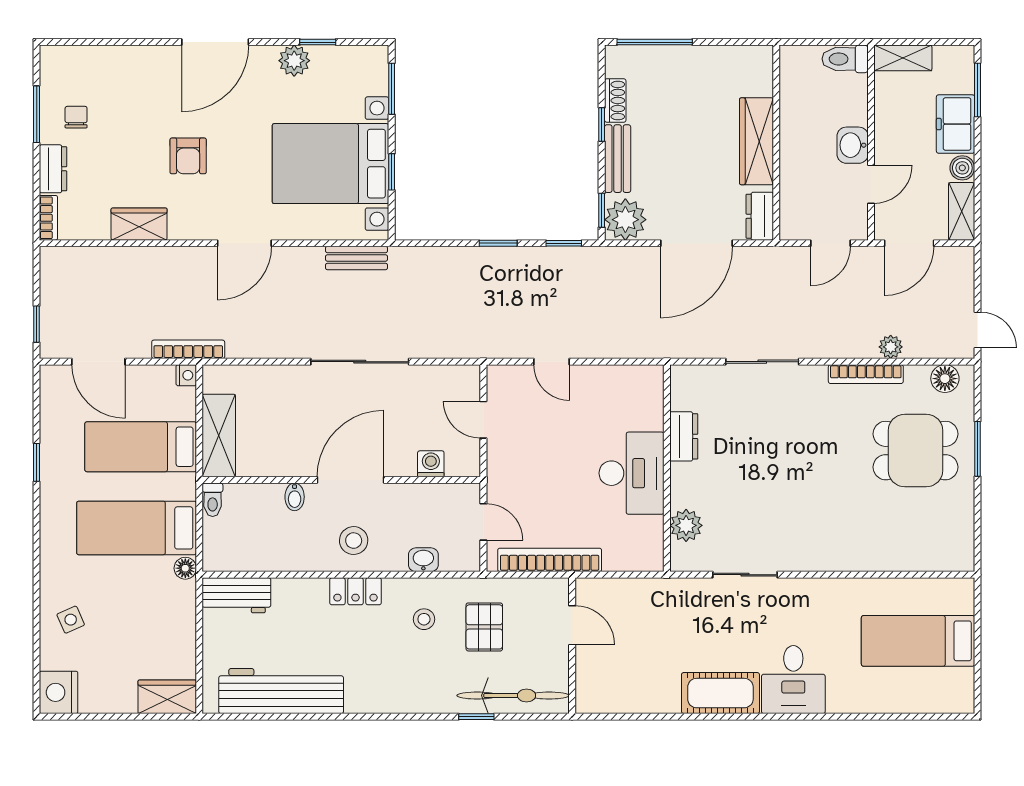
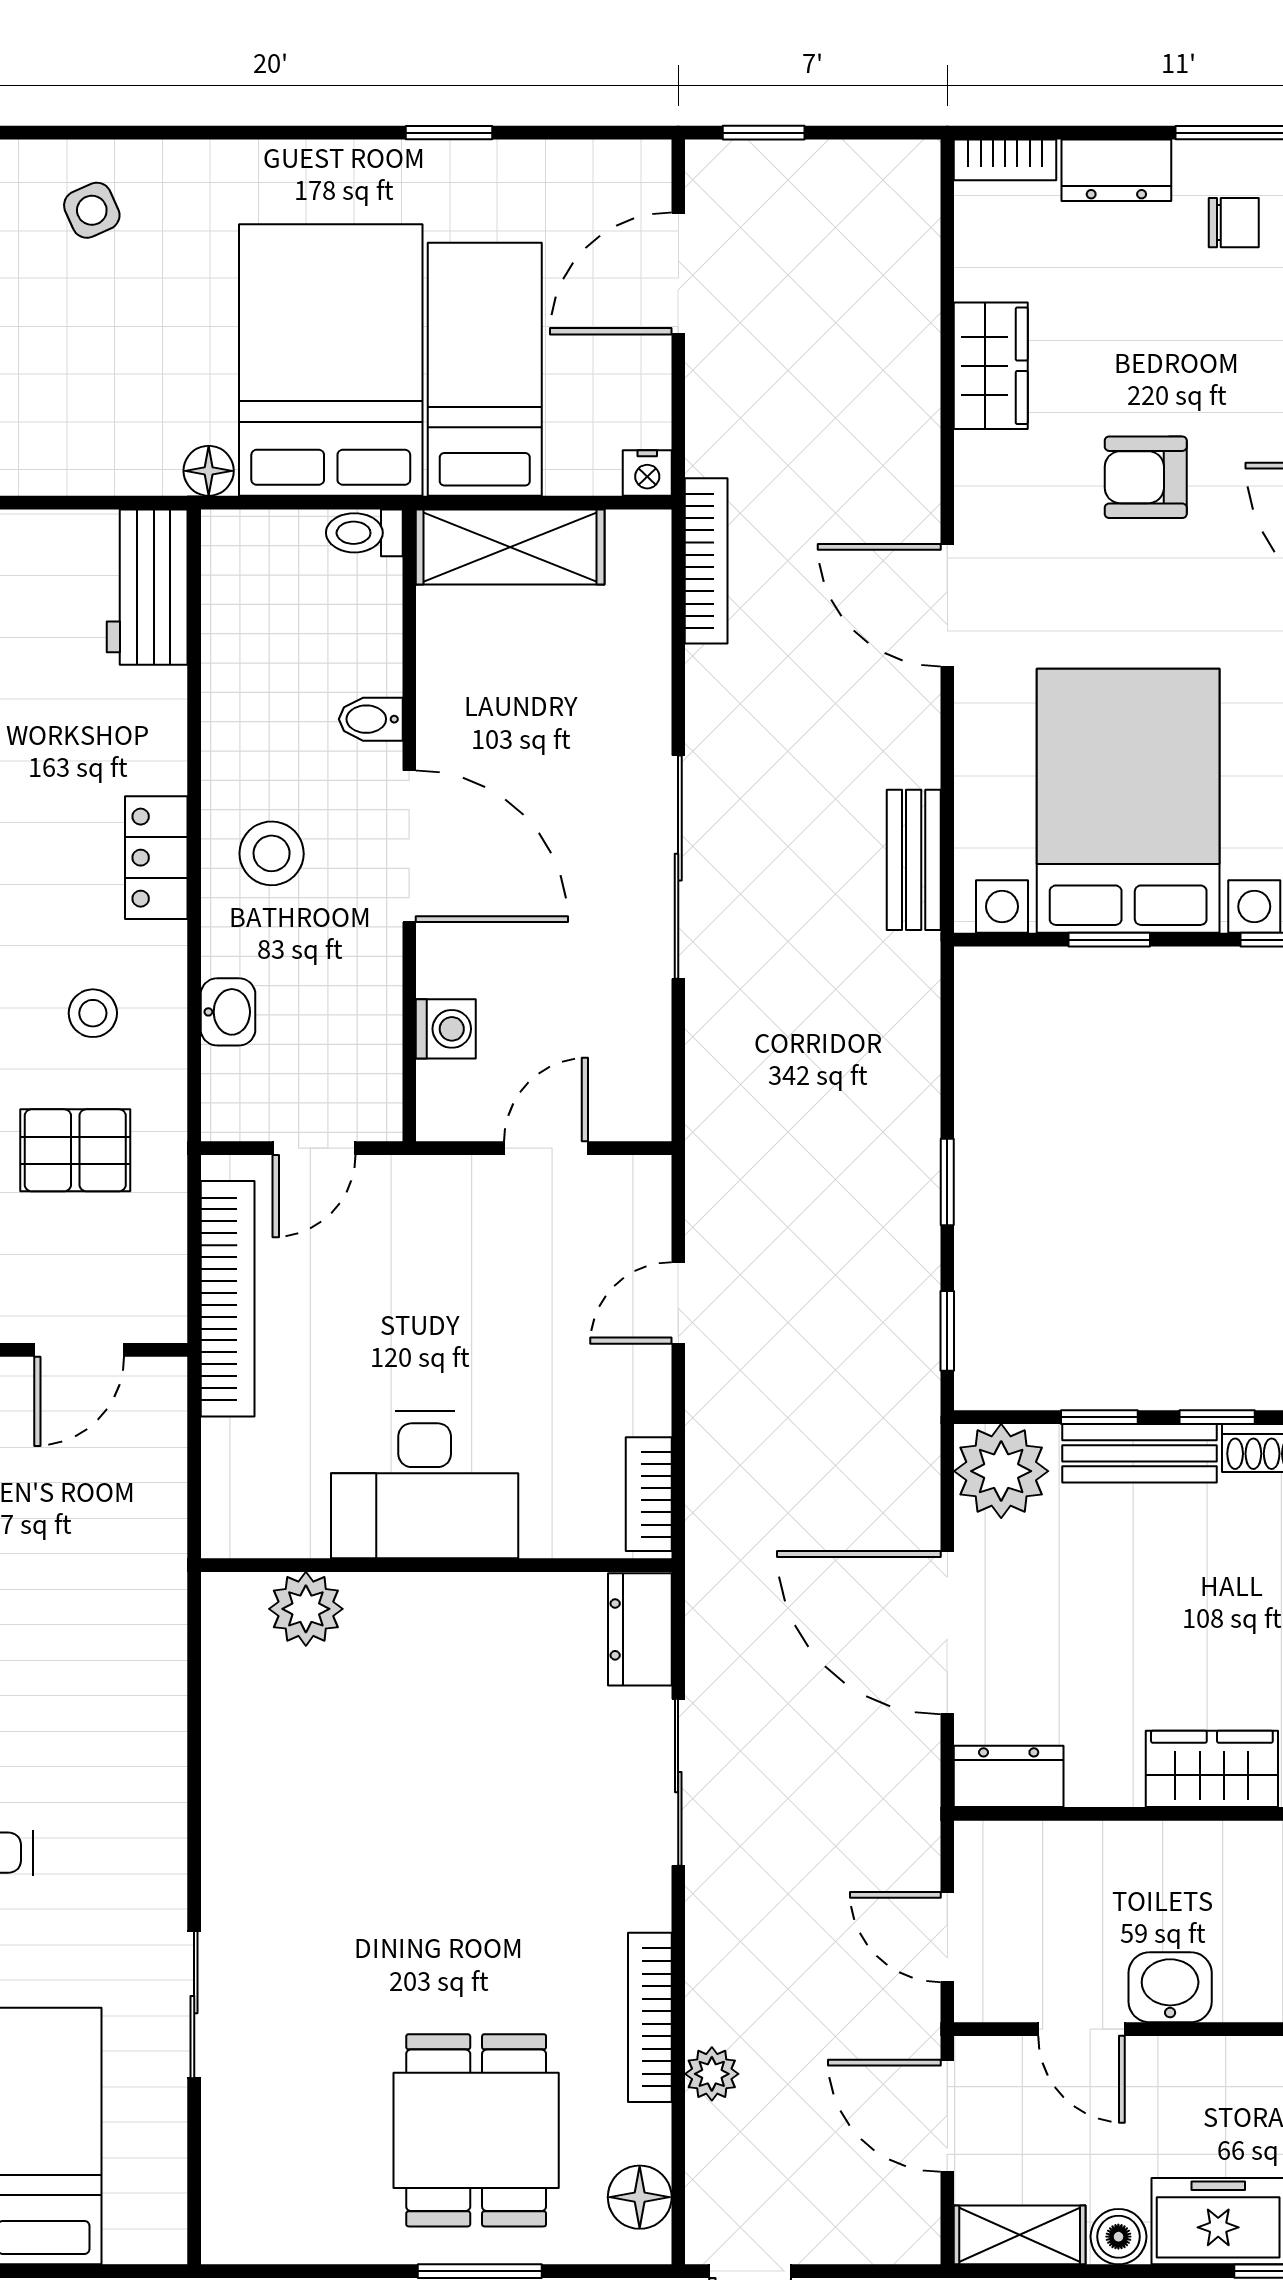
wardrobe: (756, 141) -> (1212, 1769), width x0.67
window: (602, 210) -> (1099, 1417), moved
bookcase: (188, 349) -> (706, 561), moved
bookcase: (636, 375) -> (649, 1494), added
dresser: (684, 436) -> (640, 1629), moved, turned 90
bed: (137, 528) -> (331, 360), width x1.50
sliding door: (745, 575) -> (194, 2005), moved

